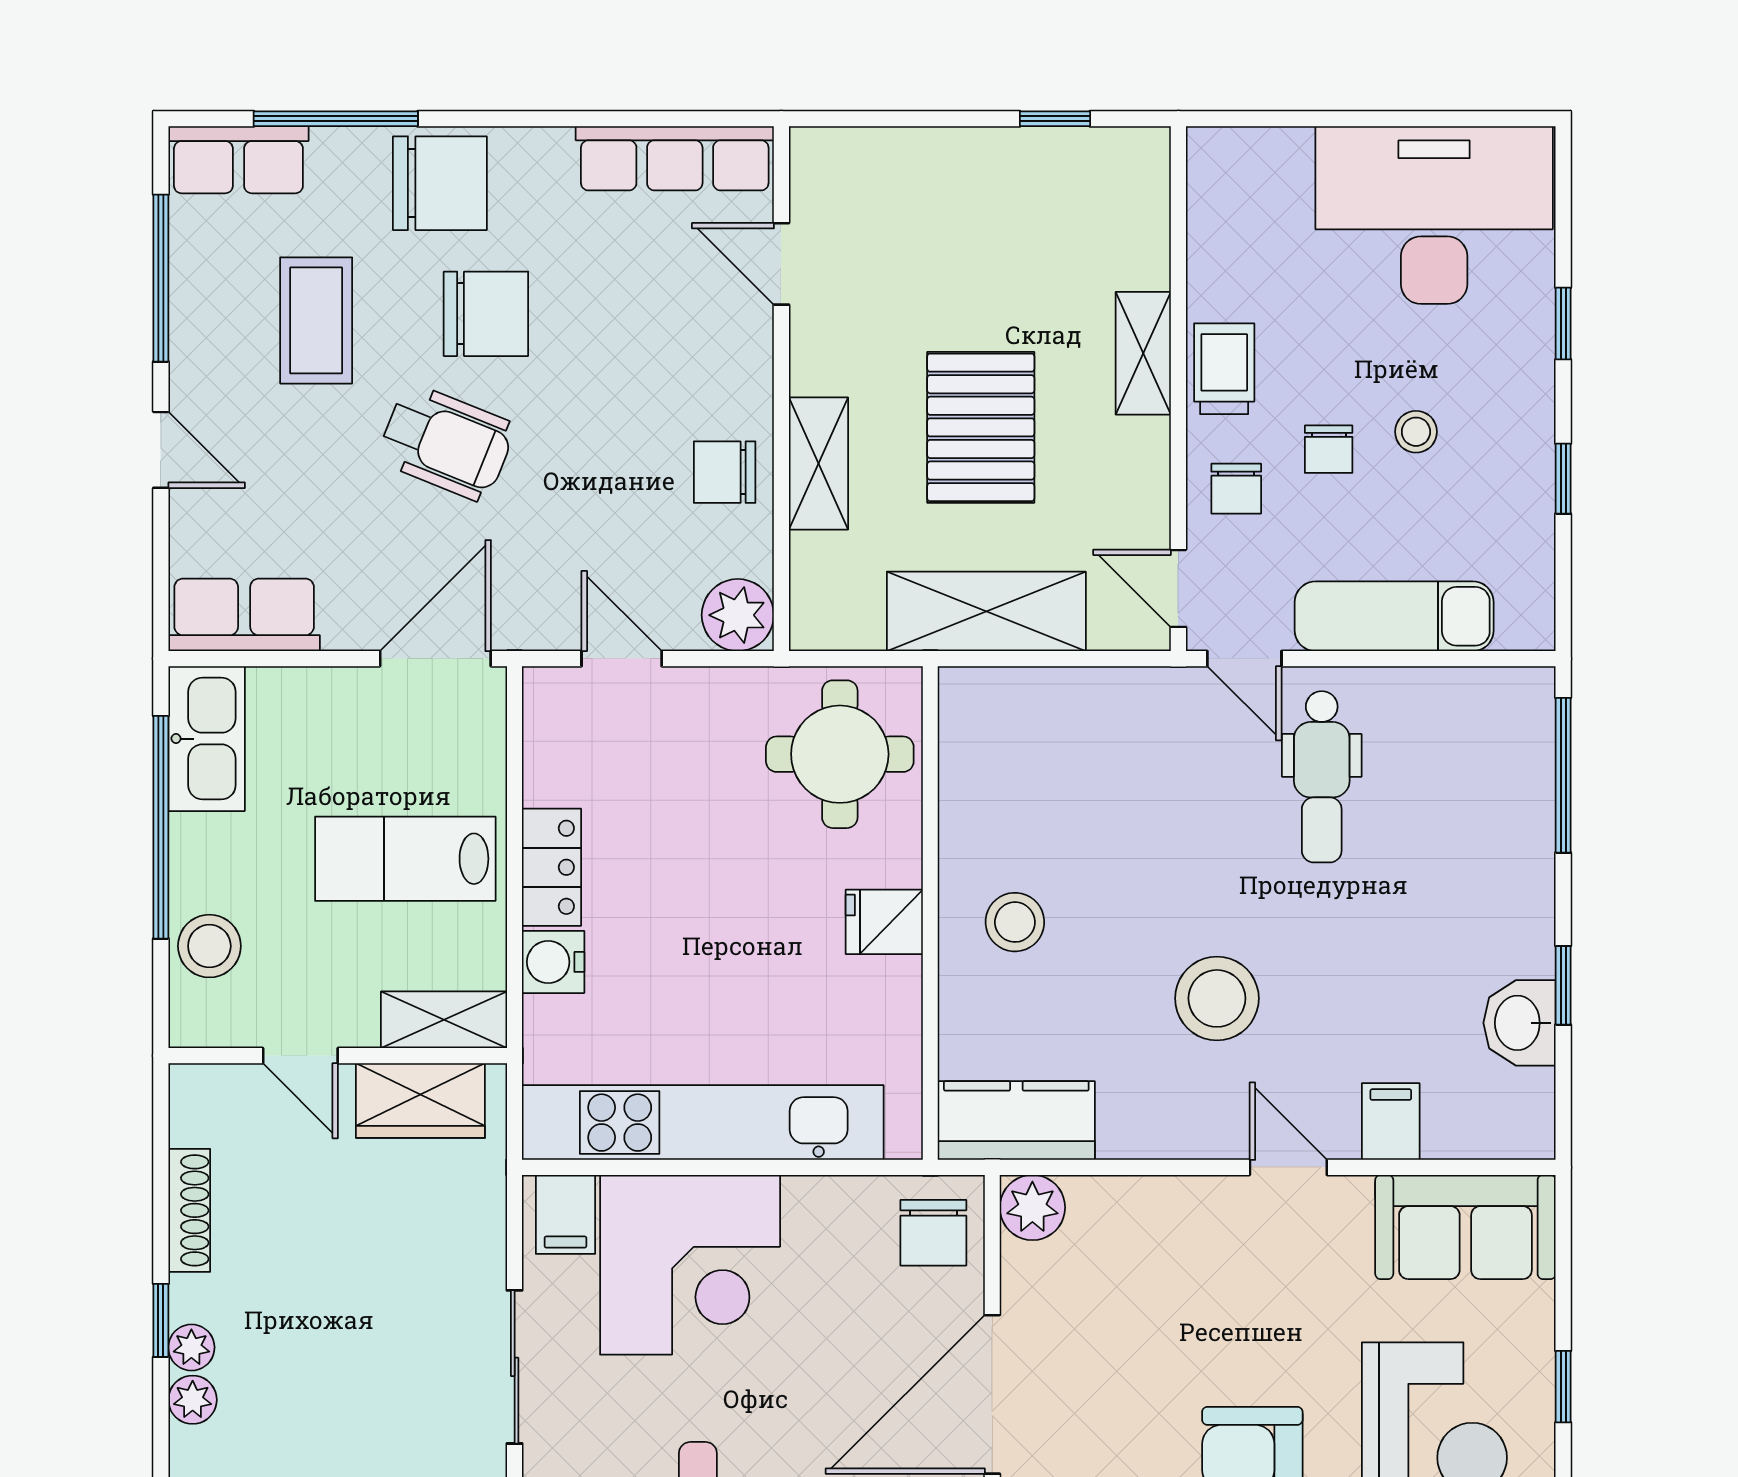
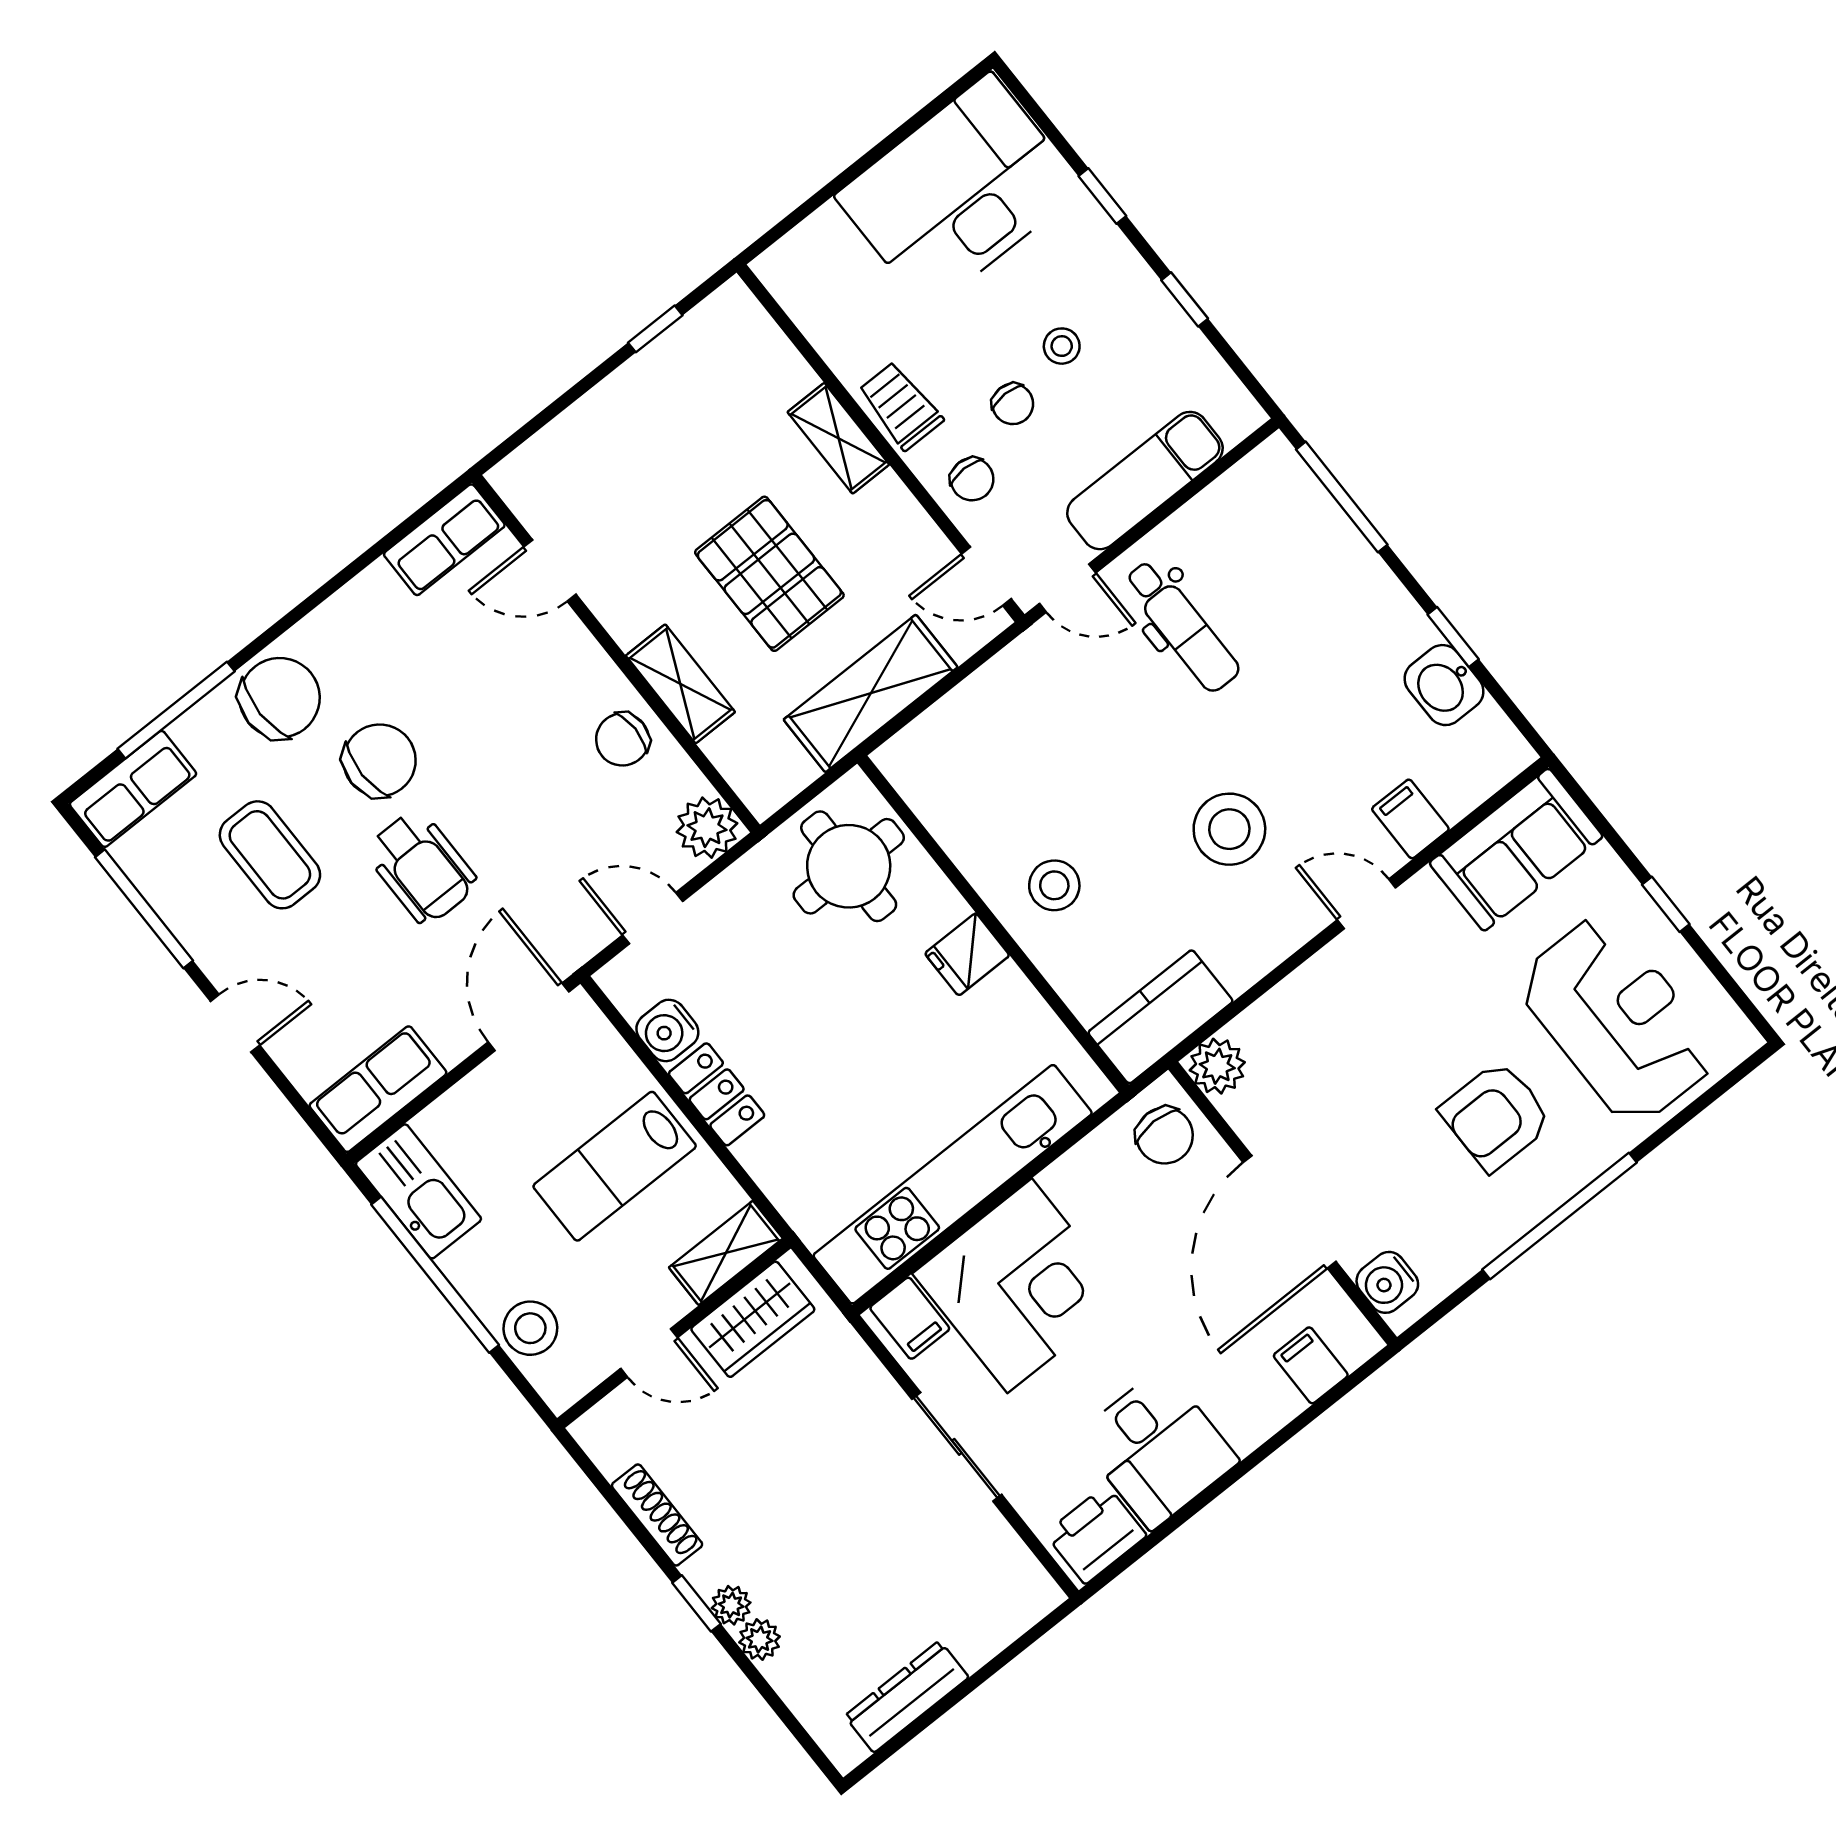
row of seats: (675, 158) -> (444, 540), width x0.68
wheelchair: (446, 443) -> (421, 867), turned 68
water cooler: (553, 962) -> (667, 1030), moved

